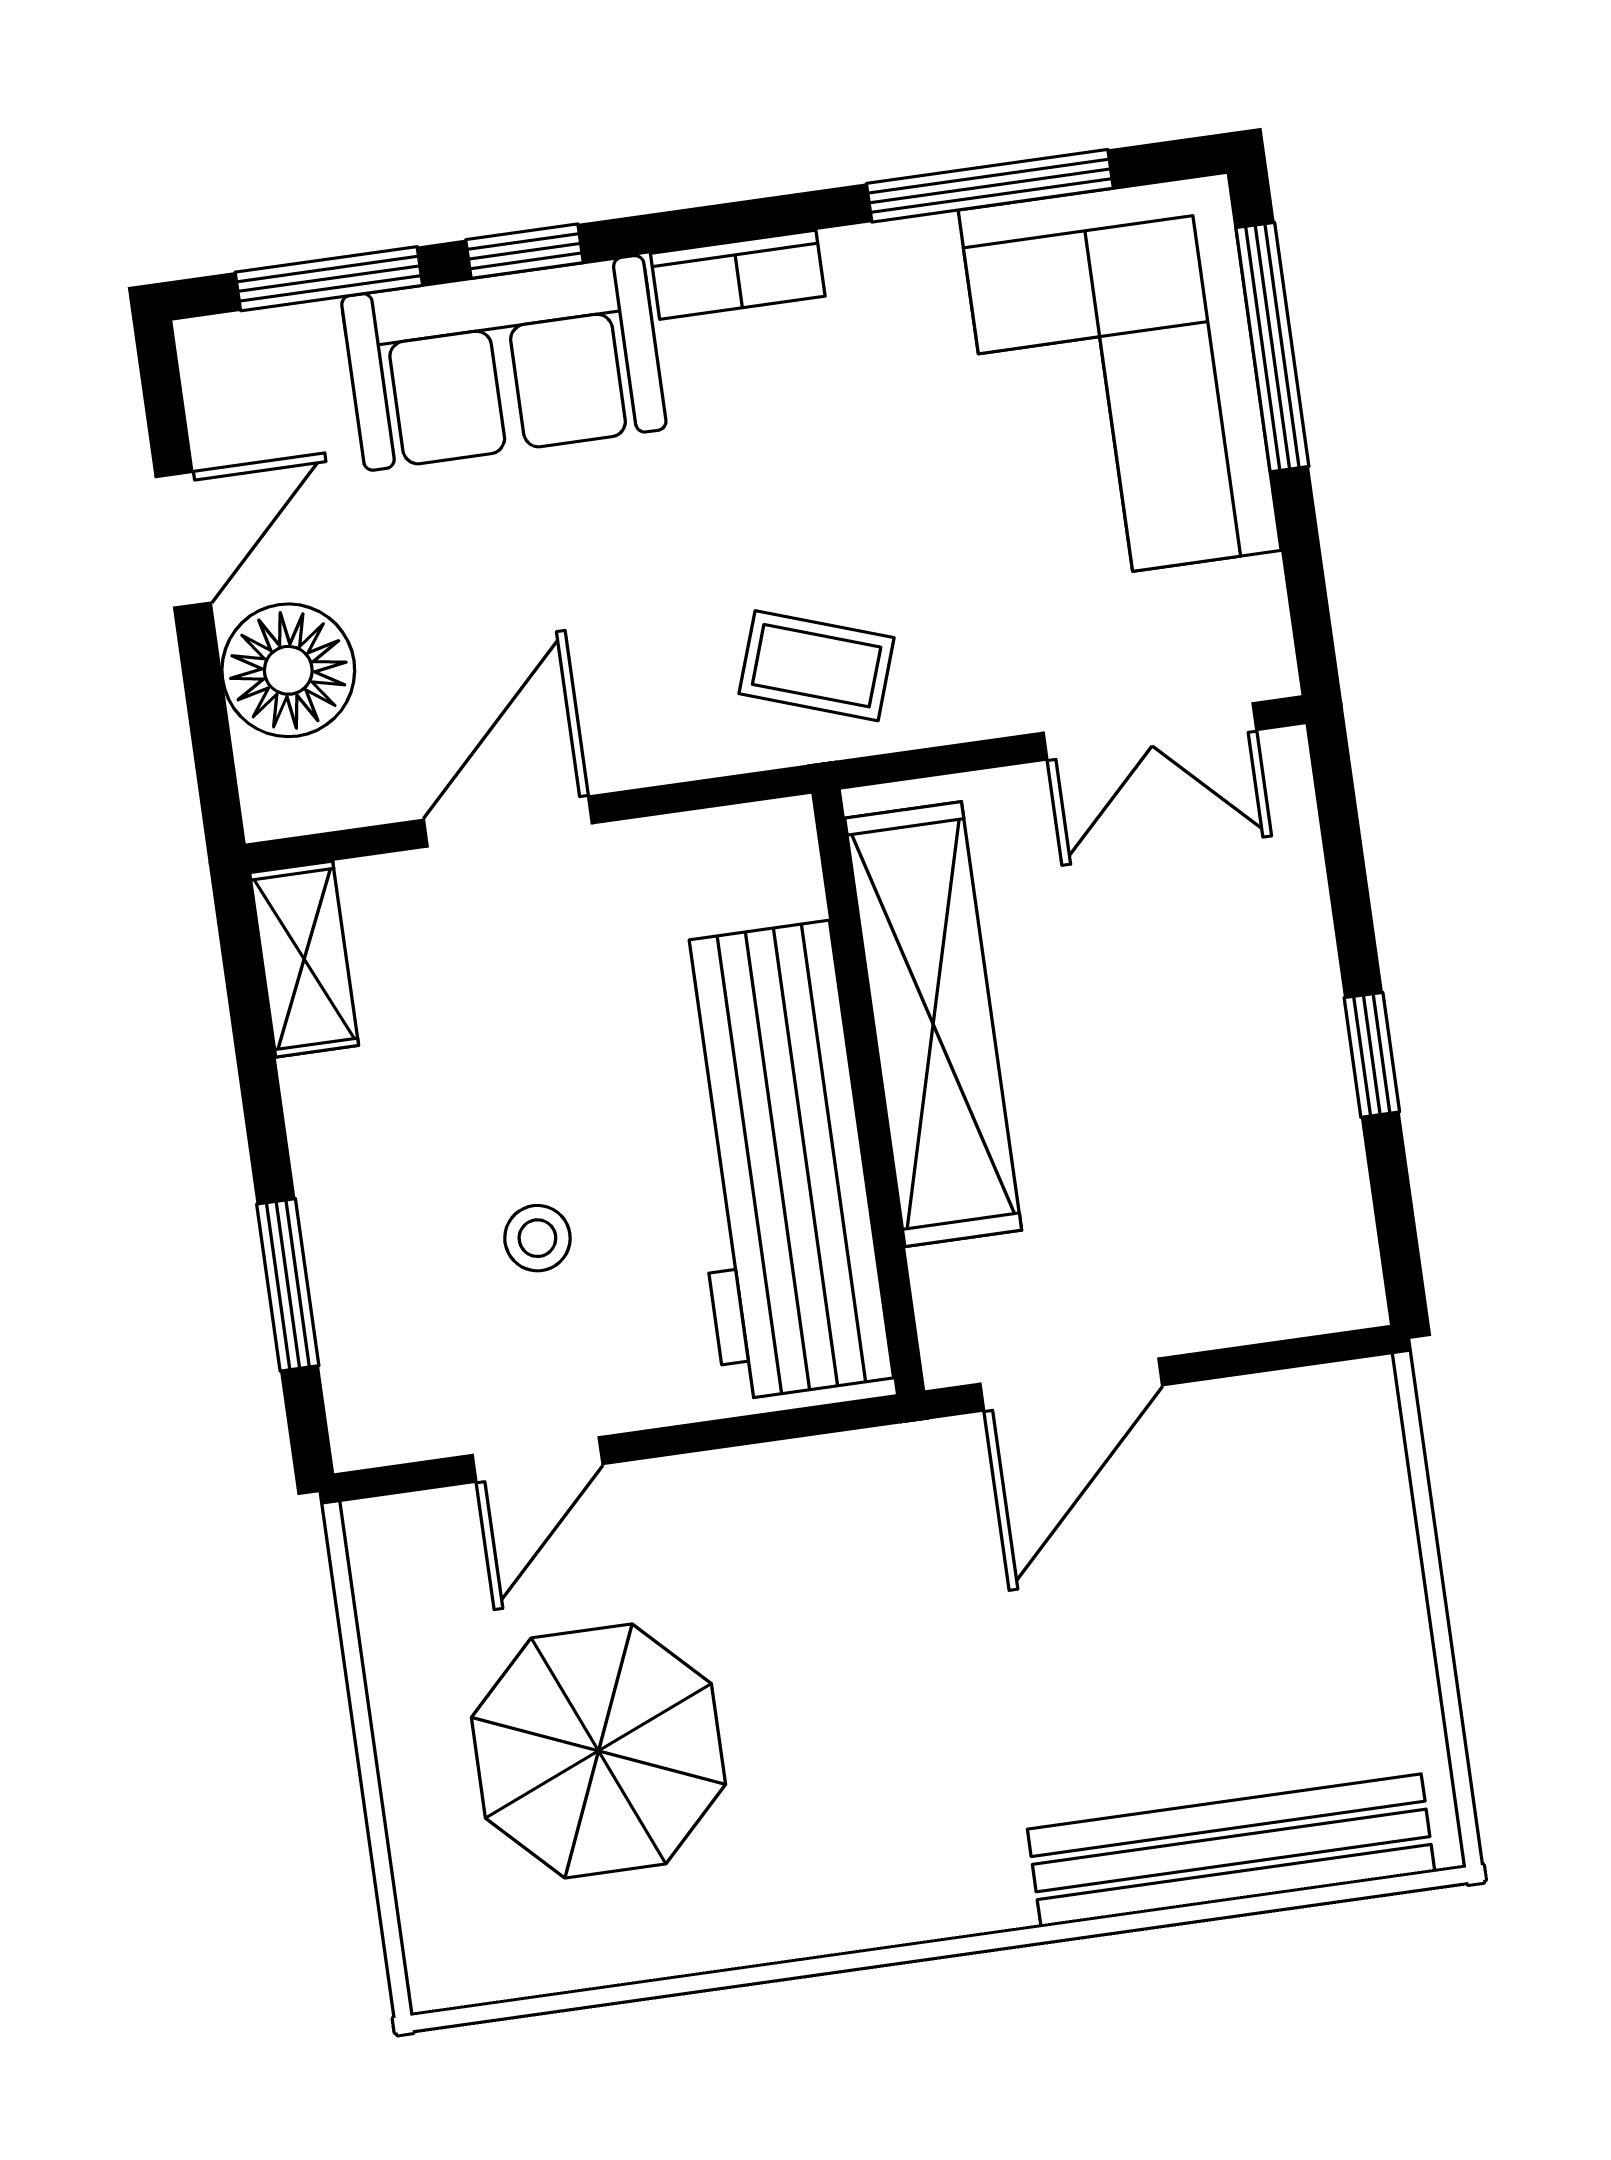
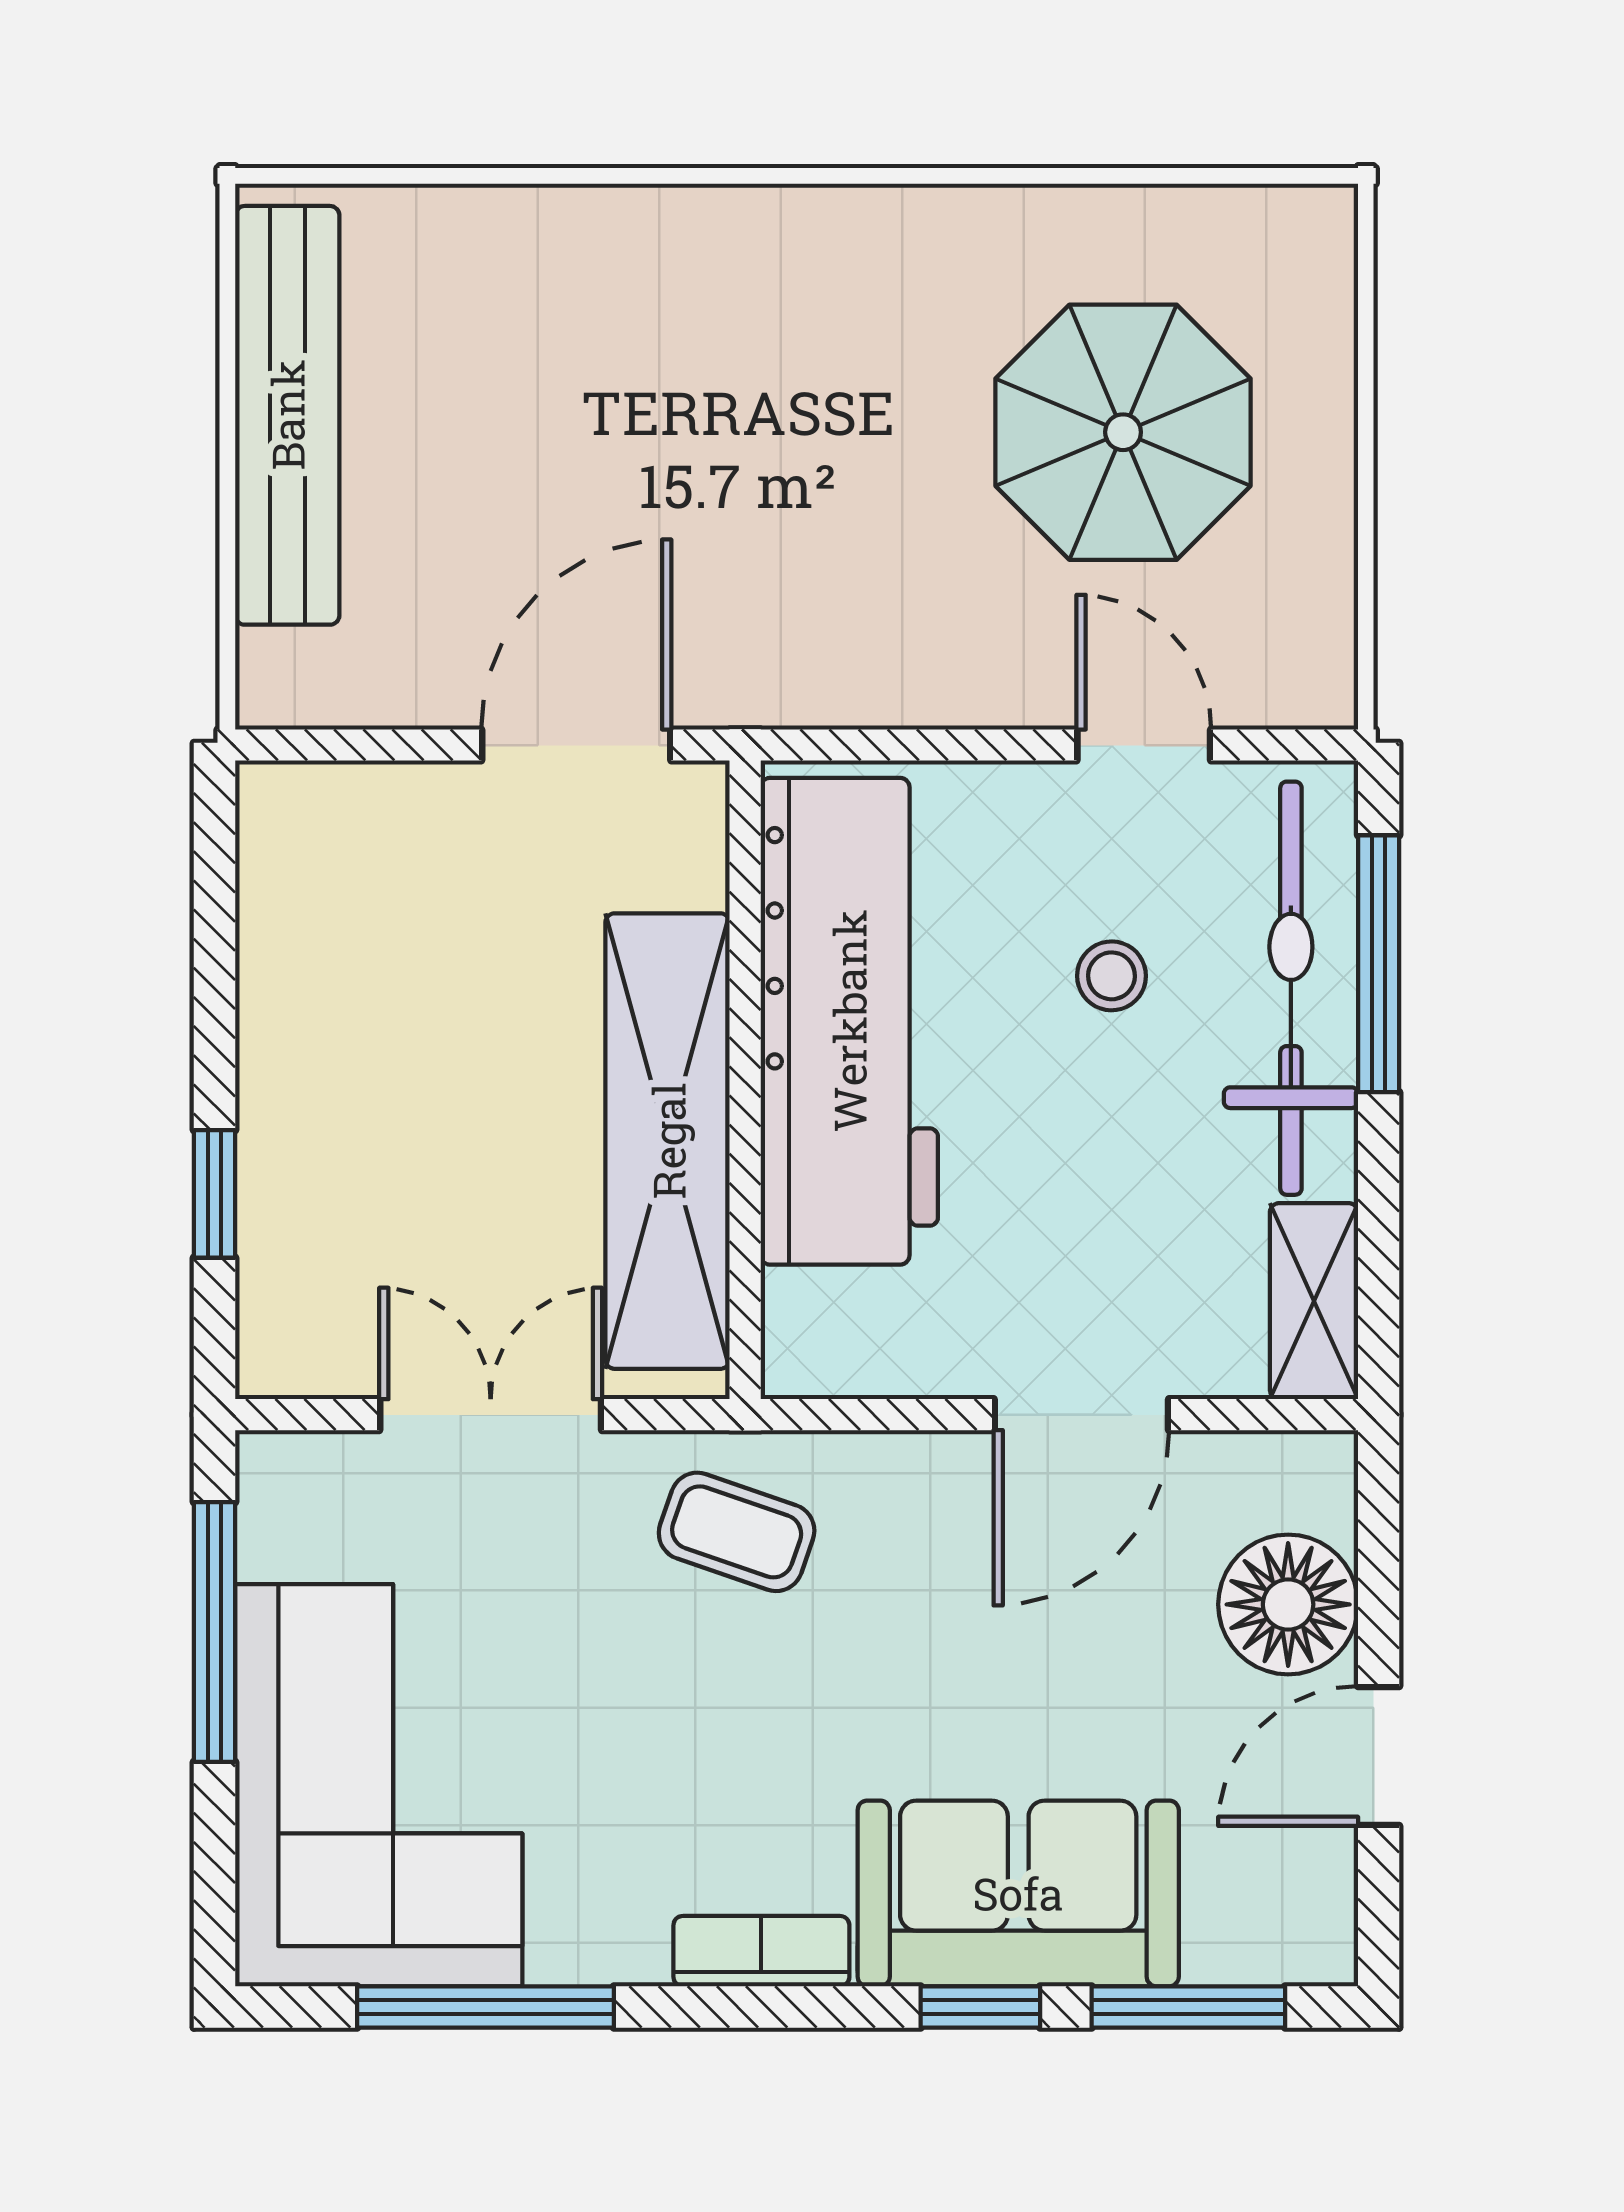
window: (1272, 347) -> (215, 1632), moved
double door: (1150, 731) -> (491, 1415), moved
window: (1372, 1055) -> (215, 1194), moved
bicycle: (367, 1250) -> (1291, 988), added
window: (288, 1285) -> (1379, 964), width x1.44
door: (538, 1460) -> (1144, 745), hinge flipped
bench: (1231, 1850) -> (287, 415), moved, turned 90

